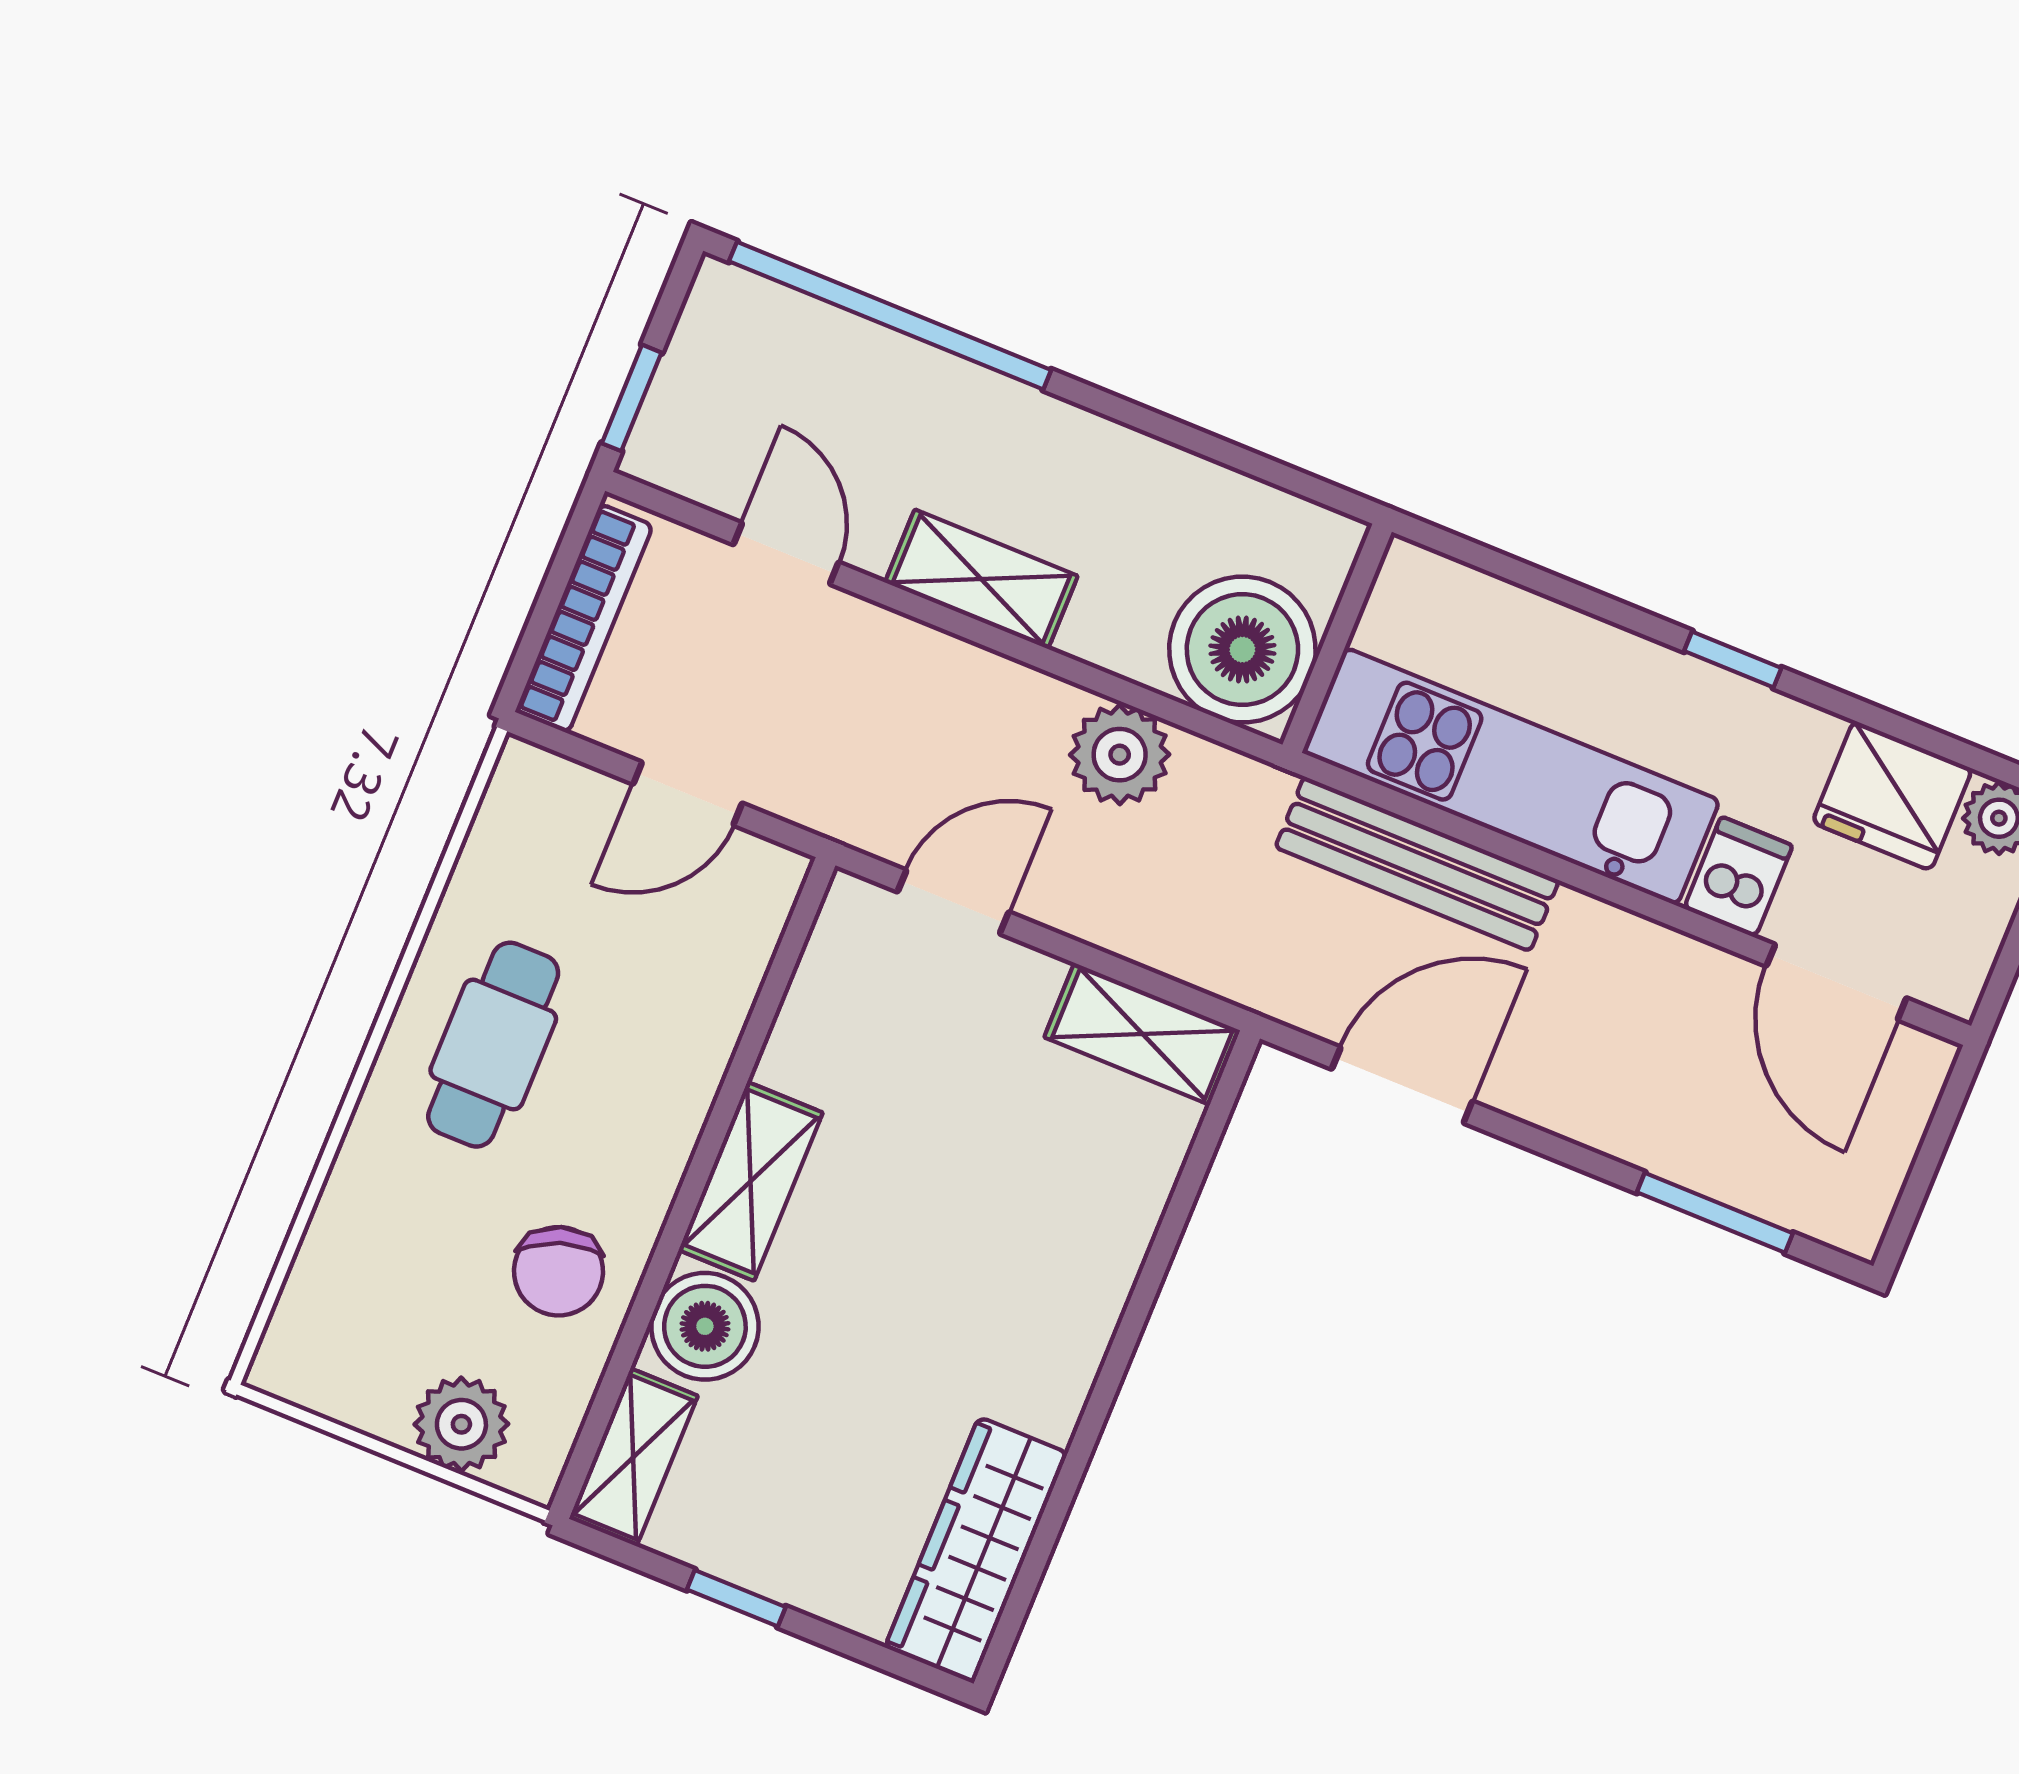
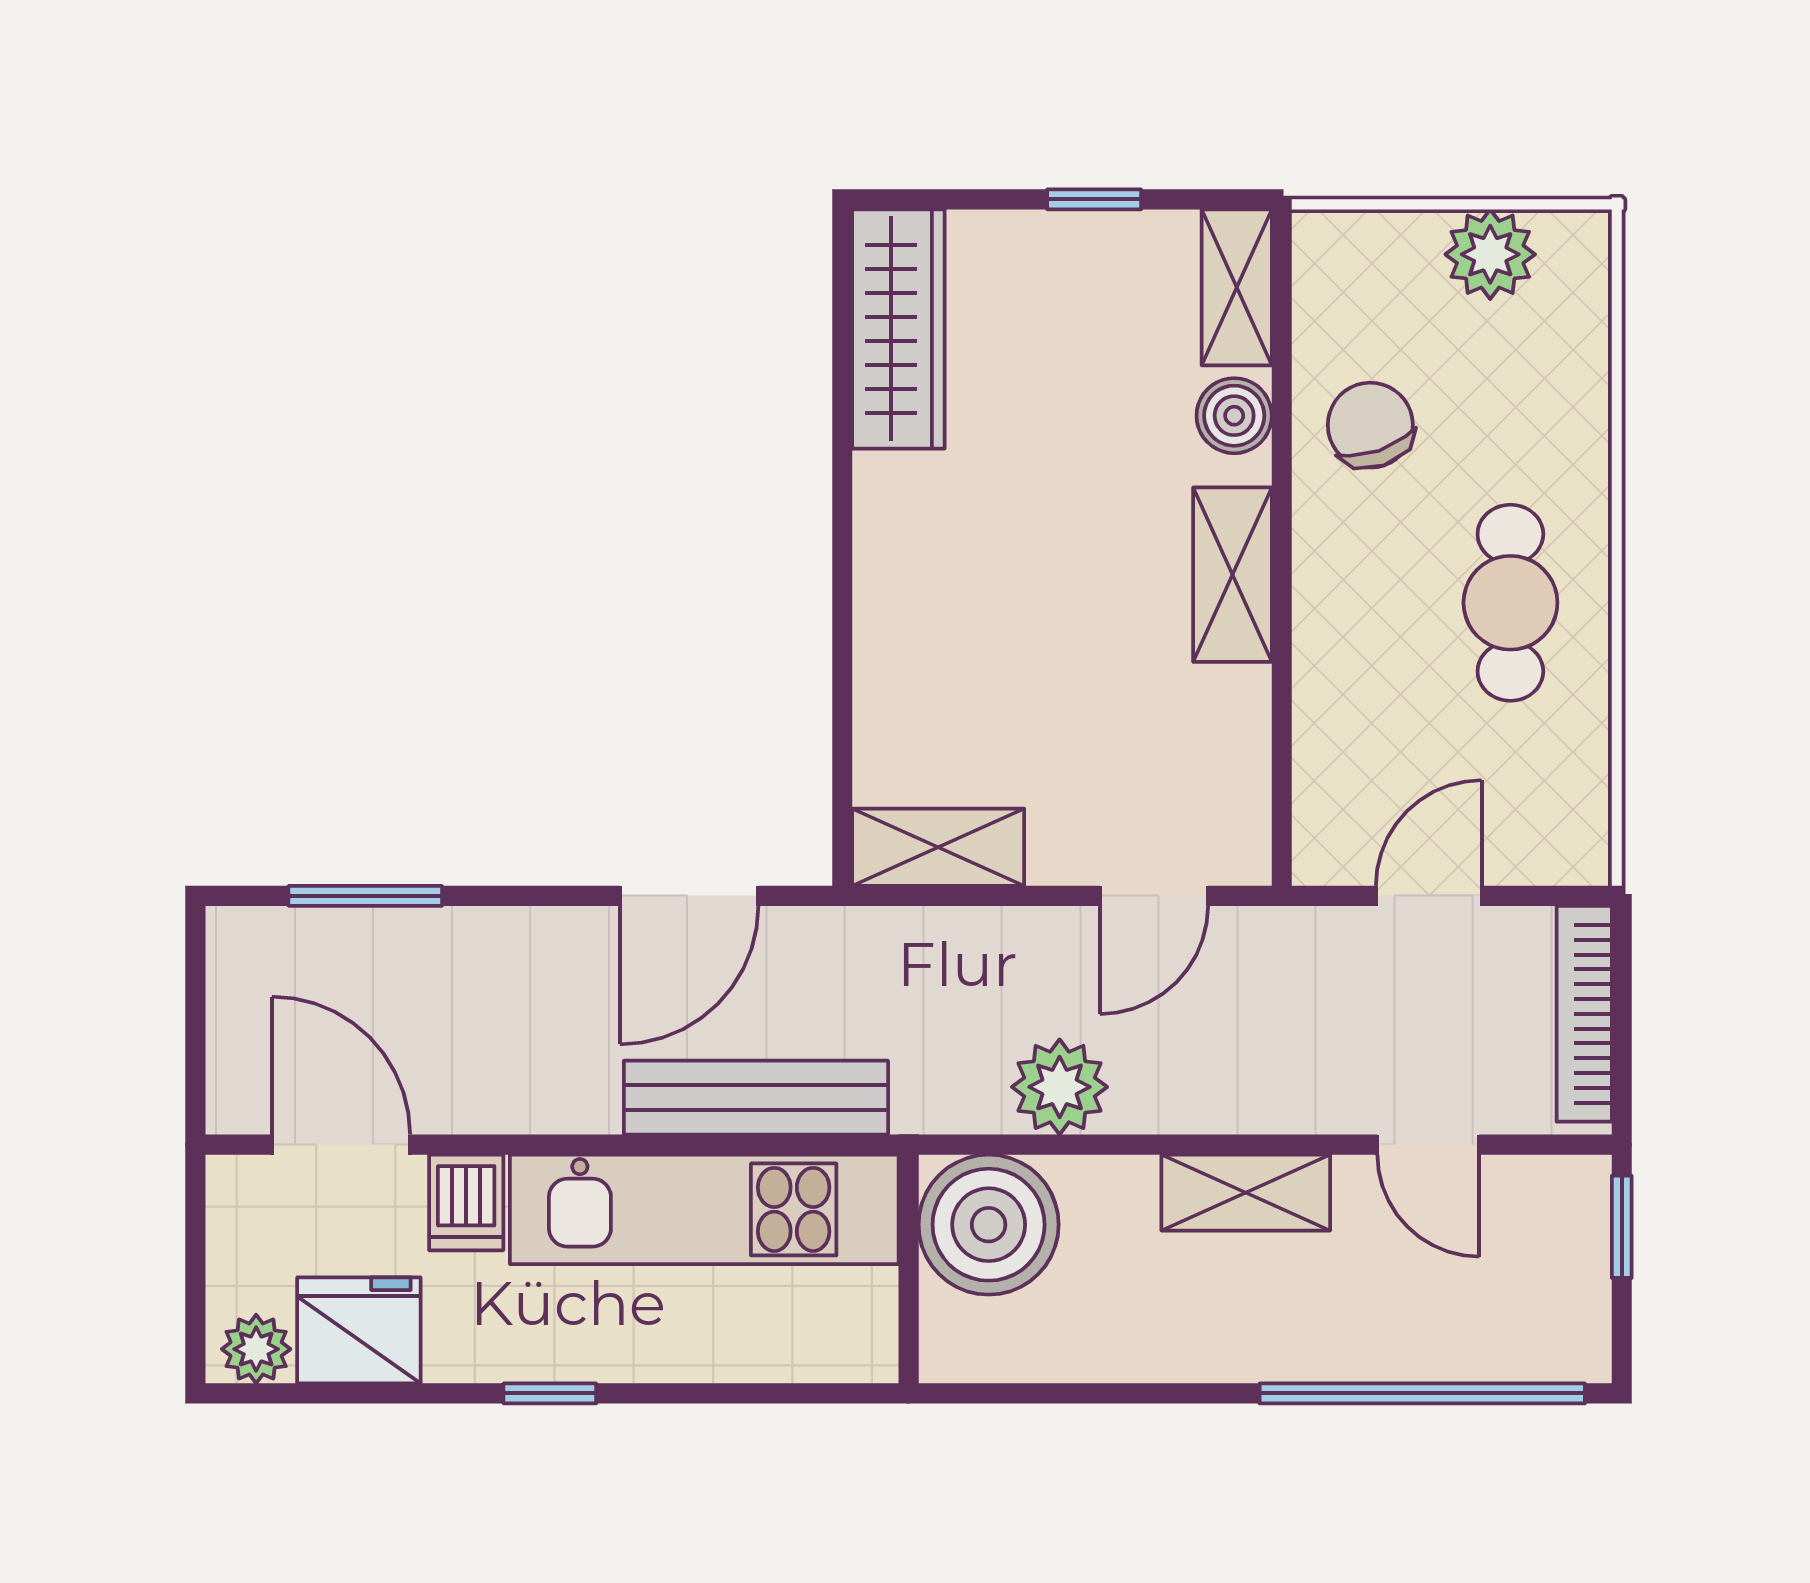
boiler: (705, 1326) -> (1234, 416), width x0.73, depth x0.73
plant: (461, 1424) -> (1490, 254), moved

